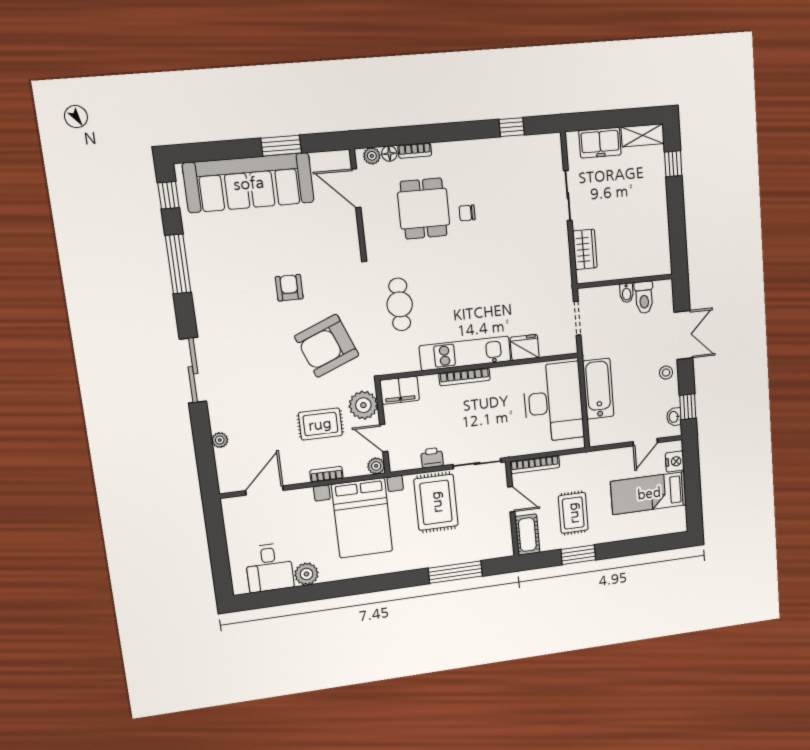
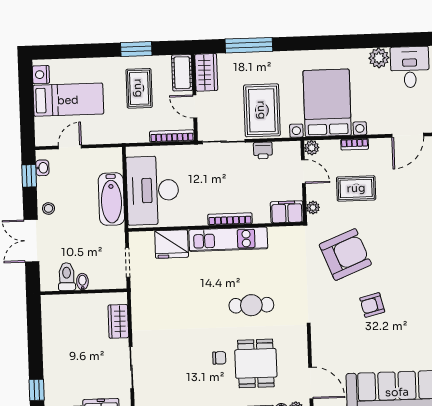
armchair: (289, 288) -> (372, 305), turned 76
cafe table: (400, 304) -> (251, 305), moved, turned 90
fridge: (525, 347) -> (172, 244), width x1.36, depth x1.34
plant: (363, 405) -> (313, 208), width x0.53, depth x0.53
nightstand: (675, 461) -> (41, 75), moved
wardrobe: (501, 538) -> (206, 72), added

